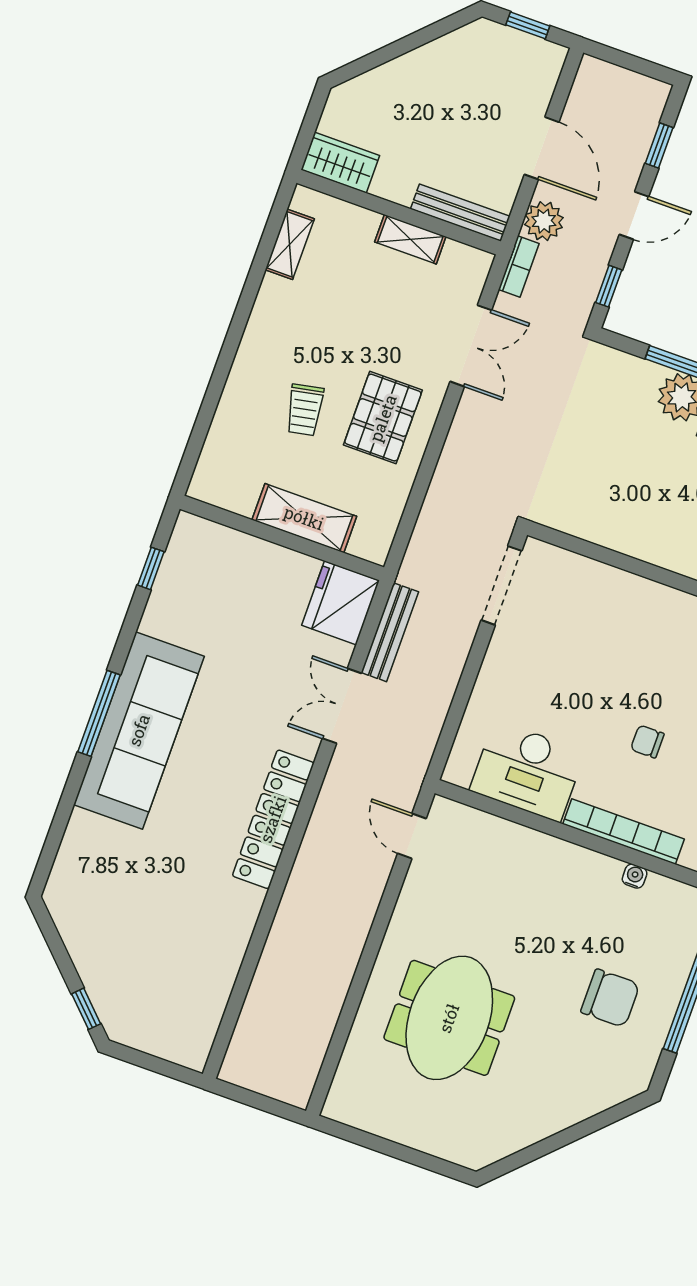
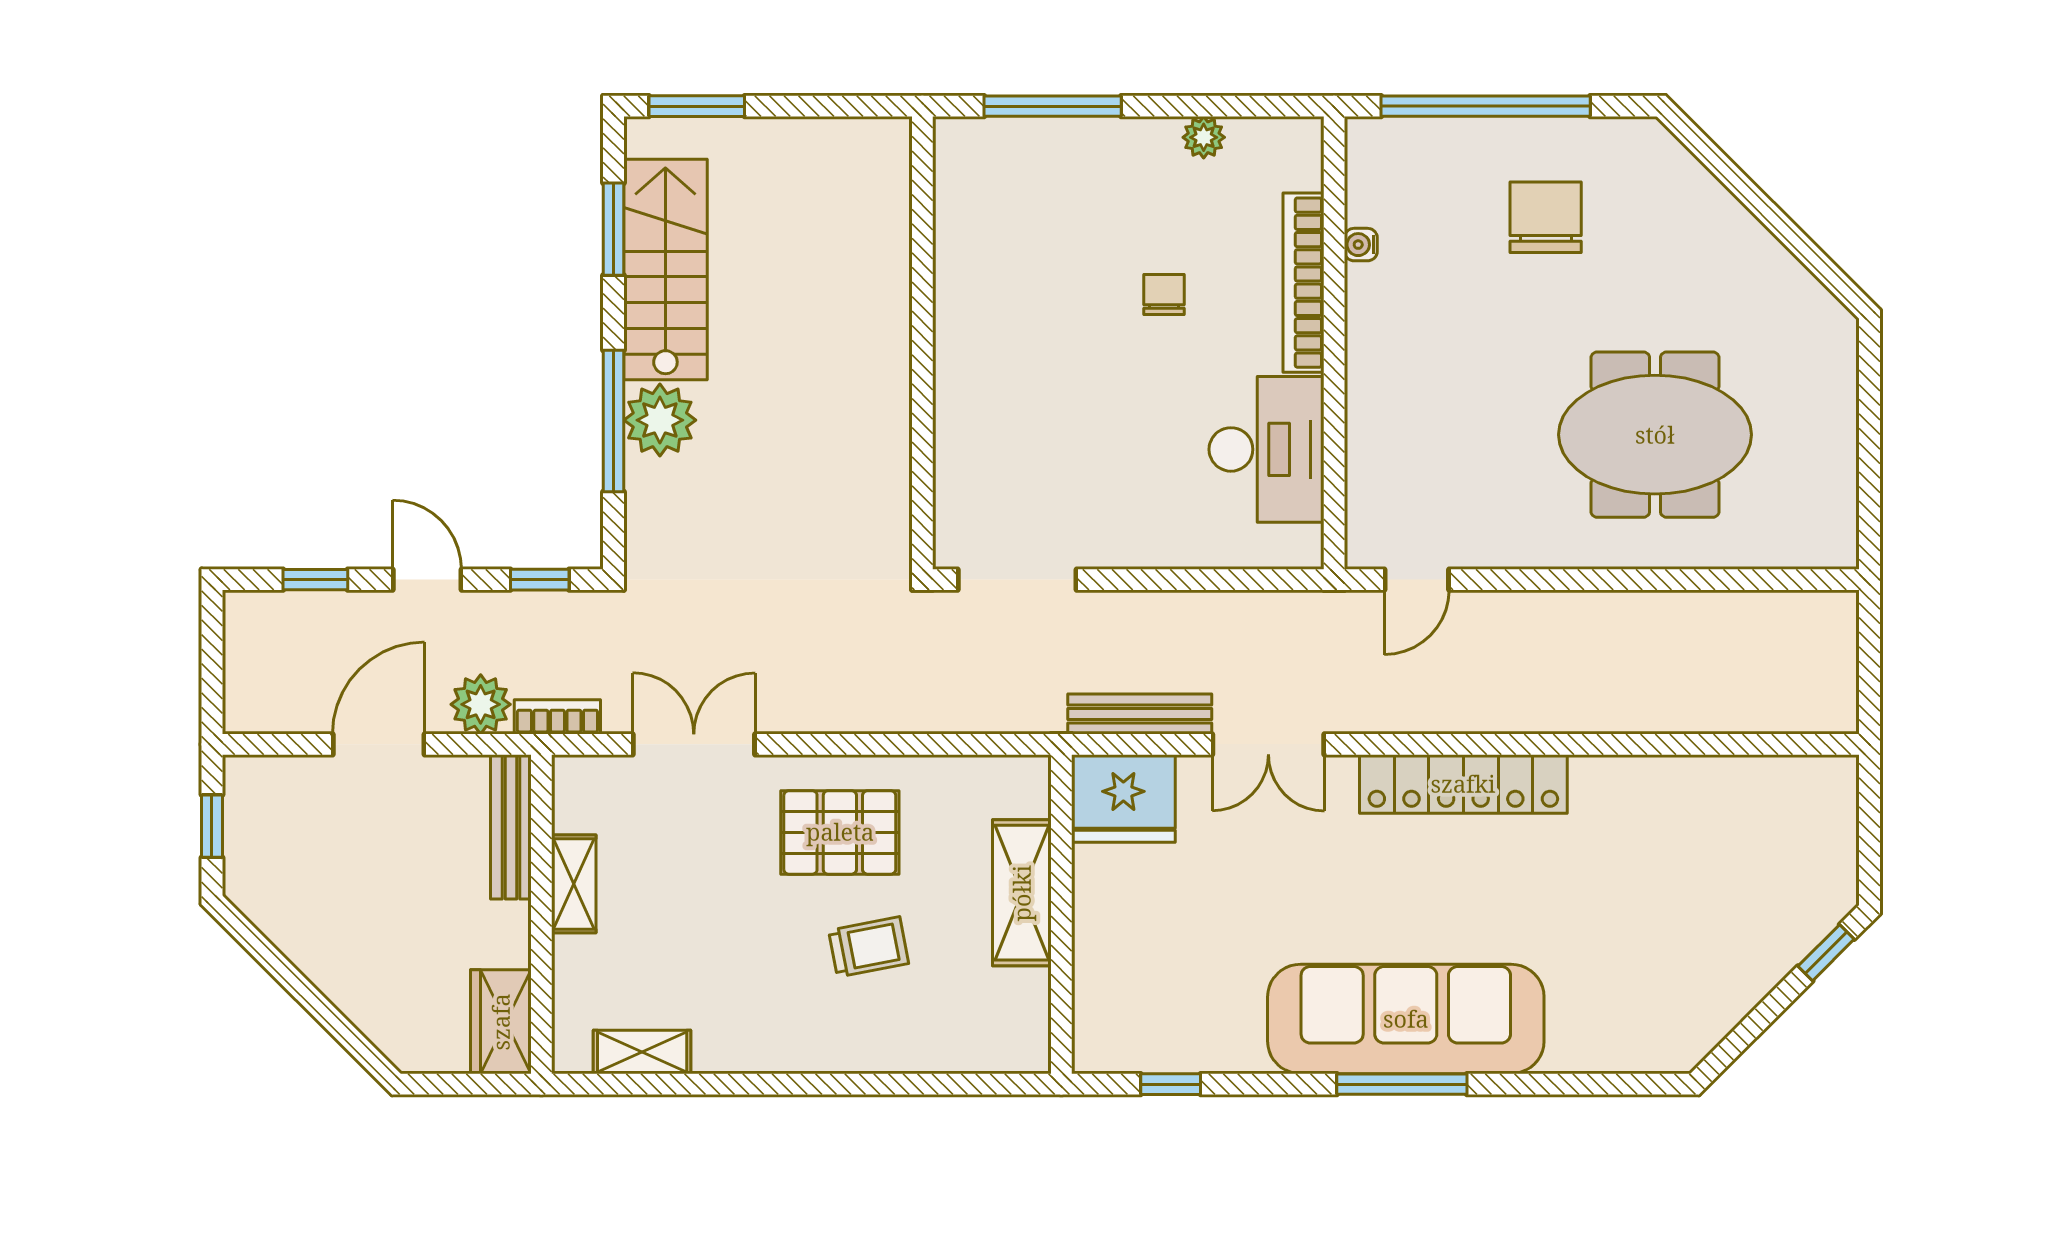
chair: (647, 741) -> (1164, 295), turned 180

